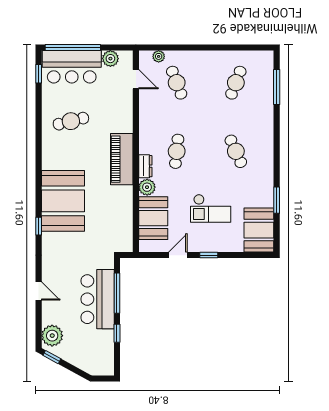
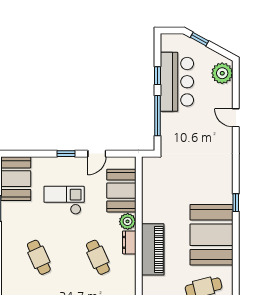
cafe table: (177, 151) -> (98, 257), turned -30
booth: (63, 201) -> (212, 235), moved
window: (39, 226) -> (236, 203), moved
bar counter: (98, 299) -> (177, 82), moved
window: (52, 357) -> (200, 39), moved

